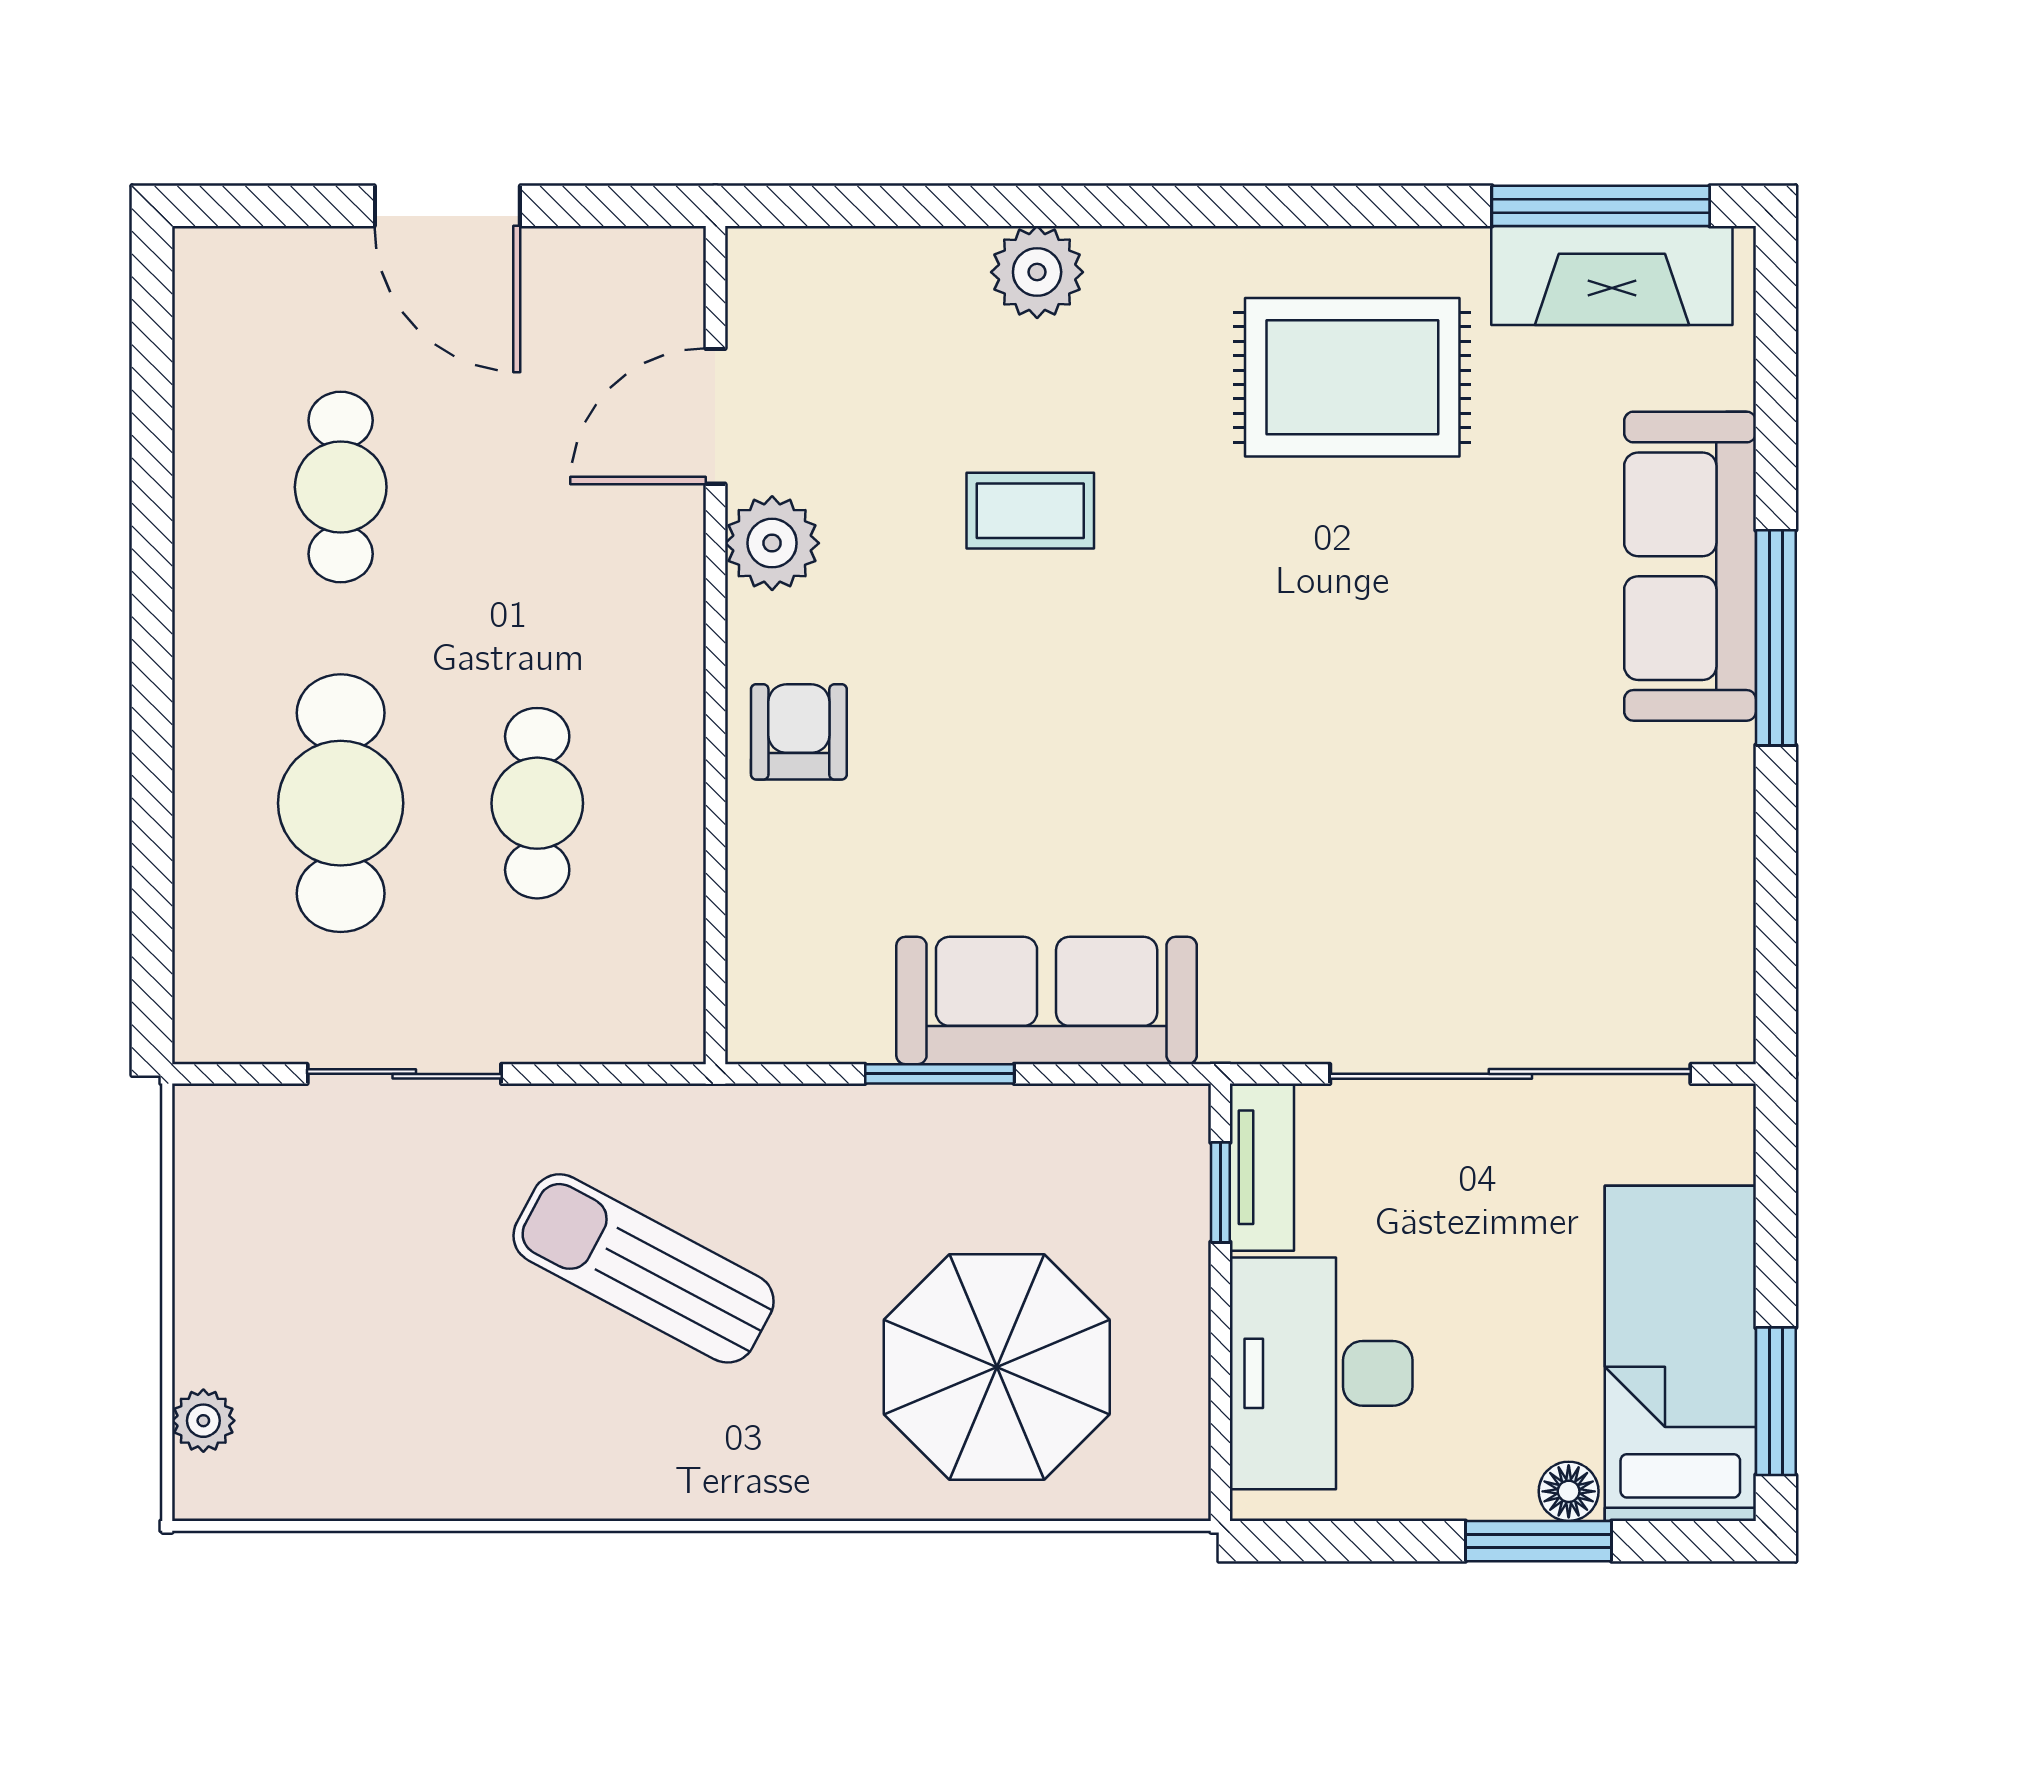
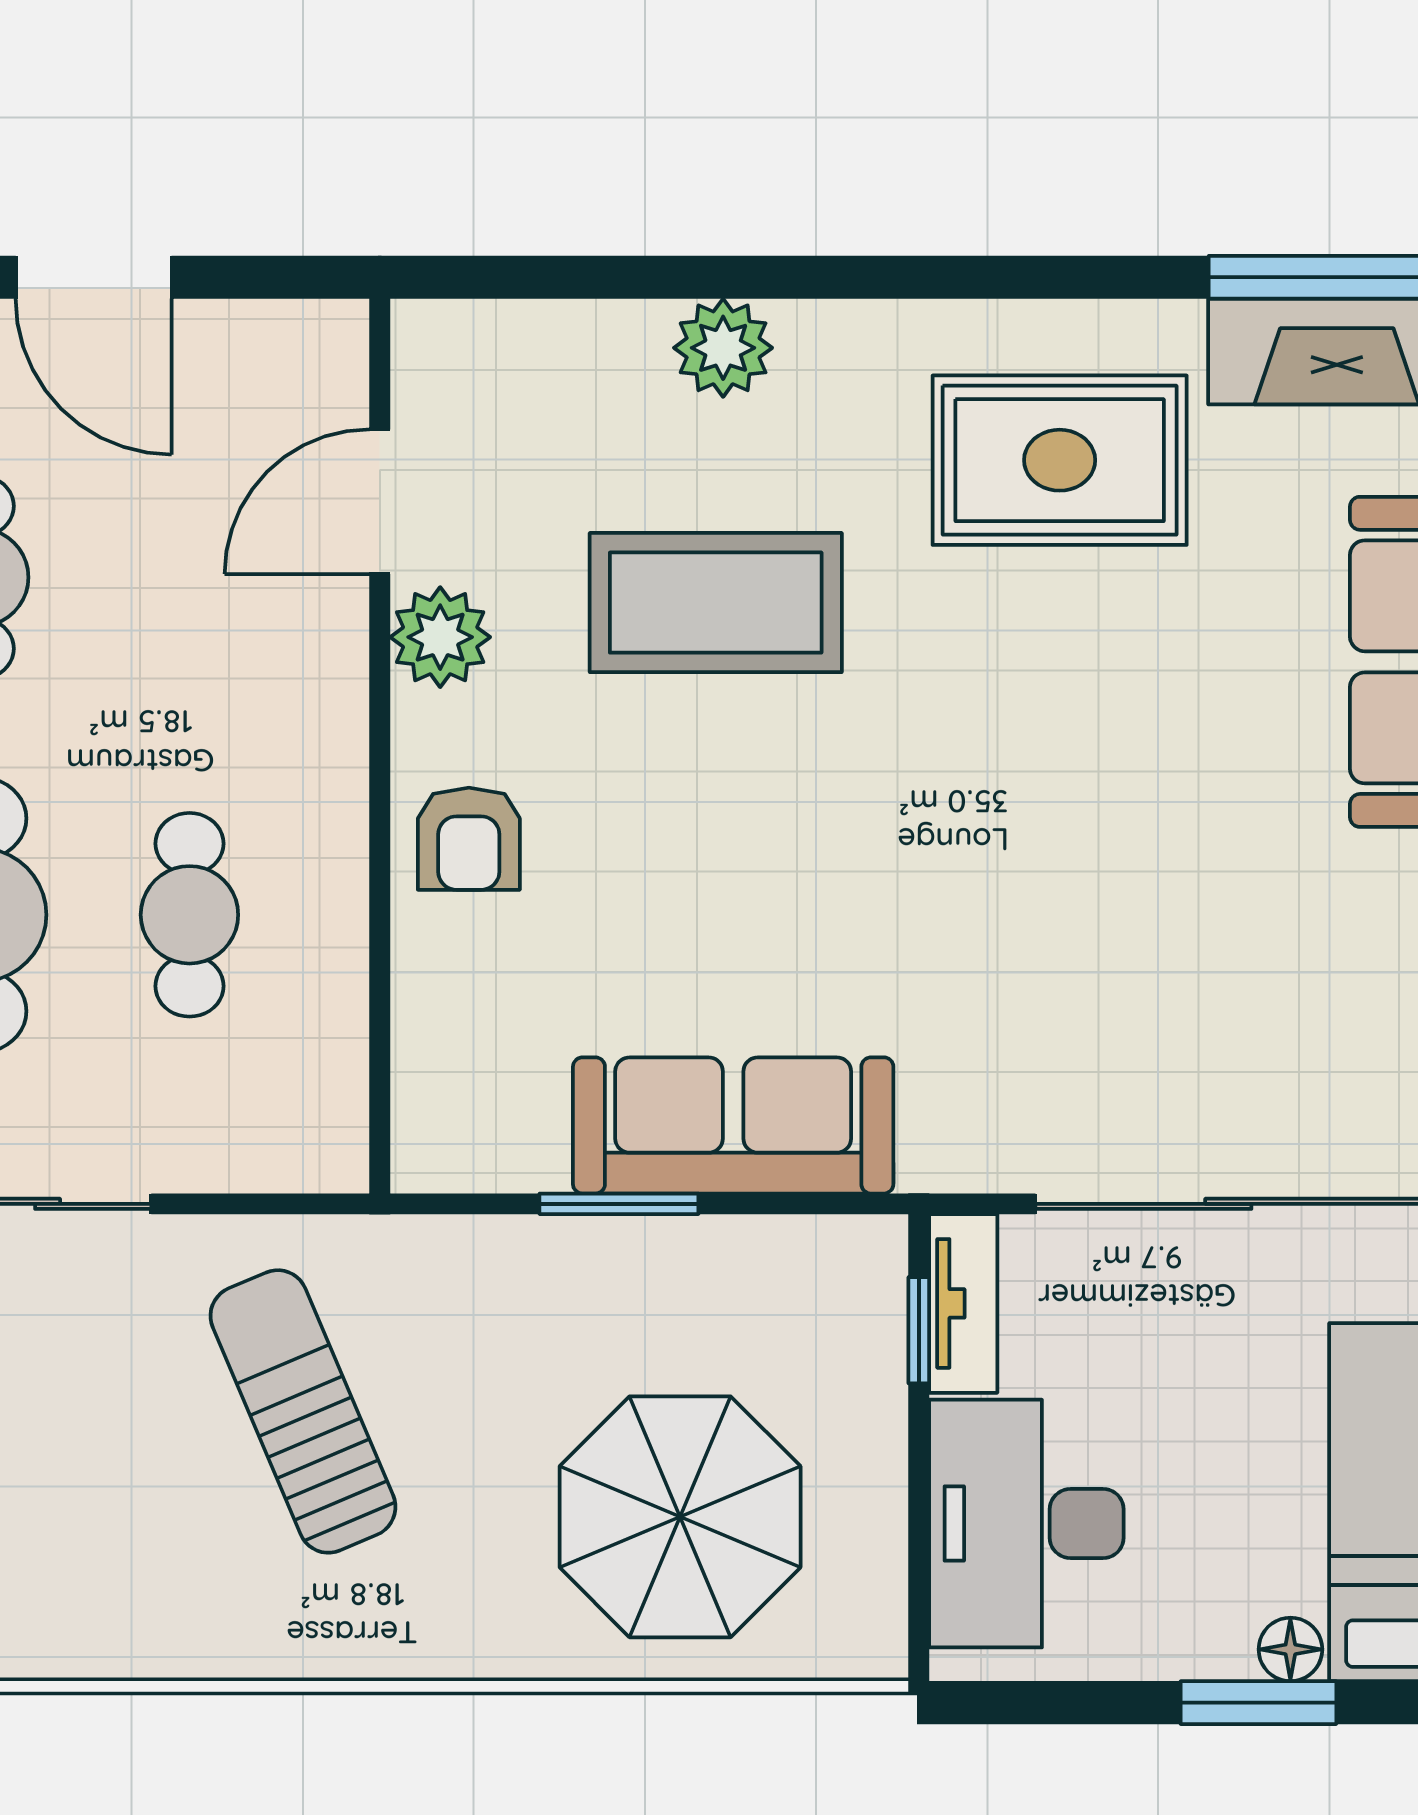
coffee table: (1030, 511) -> (716, 603), width x1.86, depth x1.72
armchair: (799, 732) -> (469, 839), turned 180
sun lounger: (644, 1268) -> (303, 1411), turned 39

